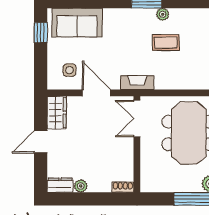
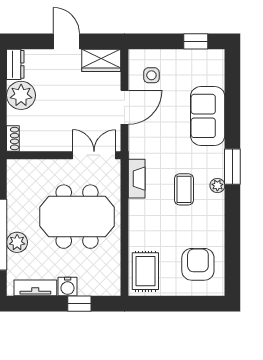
sofa: (77, 23) -> (208, 116), moved
fireplace: (137, 83) -> (137, 179), moved
plant: (81, 186) -> (21, 95), width x1.88, depth x1.88

